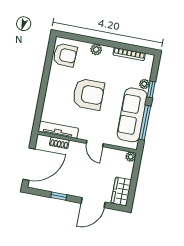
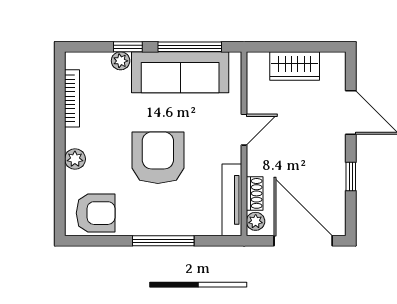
armchair: (65, 55) -> (96, 213), turned 88
window: (43, 89) -> (163, 241), added
plant: (131, 157) -> (256, 221), moved
wardrobe: (121, 191) -> (295, 66), moved

